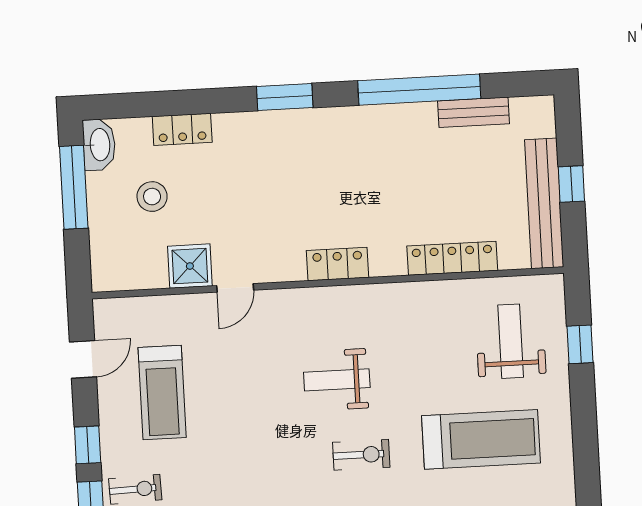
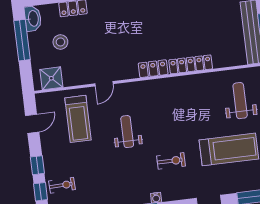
locker: (452, 258) -> (191, 64), moved
shower: (190, 266) -> (51, 78), moved
weight bench: (337, 380) -> (127, 132), moved, turned 90
treadmill: (162, 392) -> (78, 119), moved

